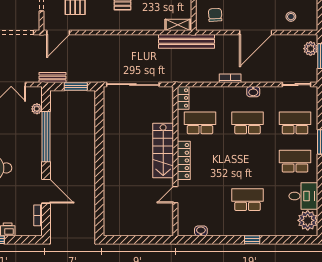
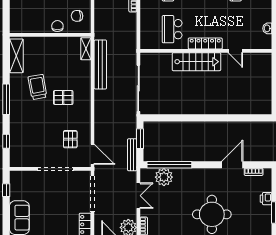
bench: (187, 41) -> (100, 64), moved
bench: (53, 77) -> (132, 155), width x1.36
locker: (183, 98) -> (150, 44), removed
plant: (37, 109) -> (164, 177), width x1.88, depth x1.88
window: (46, 137) -> (169, 165), moved

